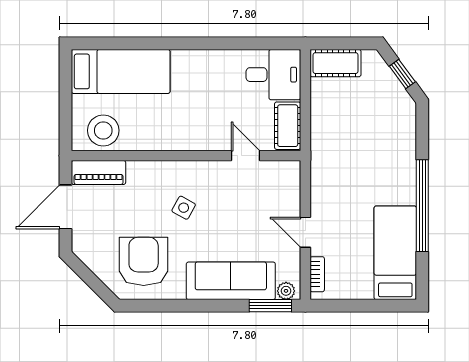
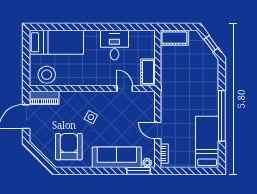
desk: (273, 75) -> (114, 45), moved, turned -90

